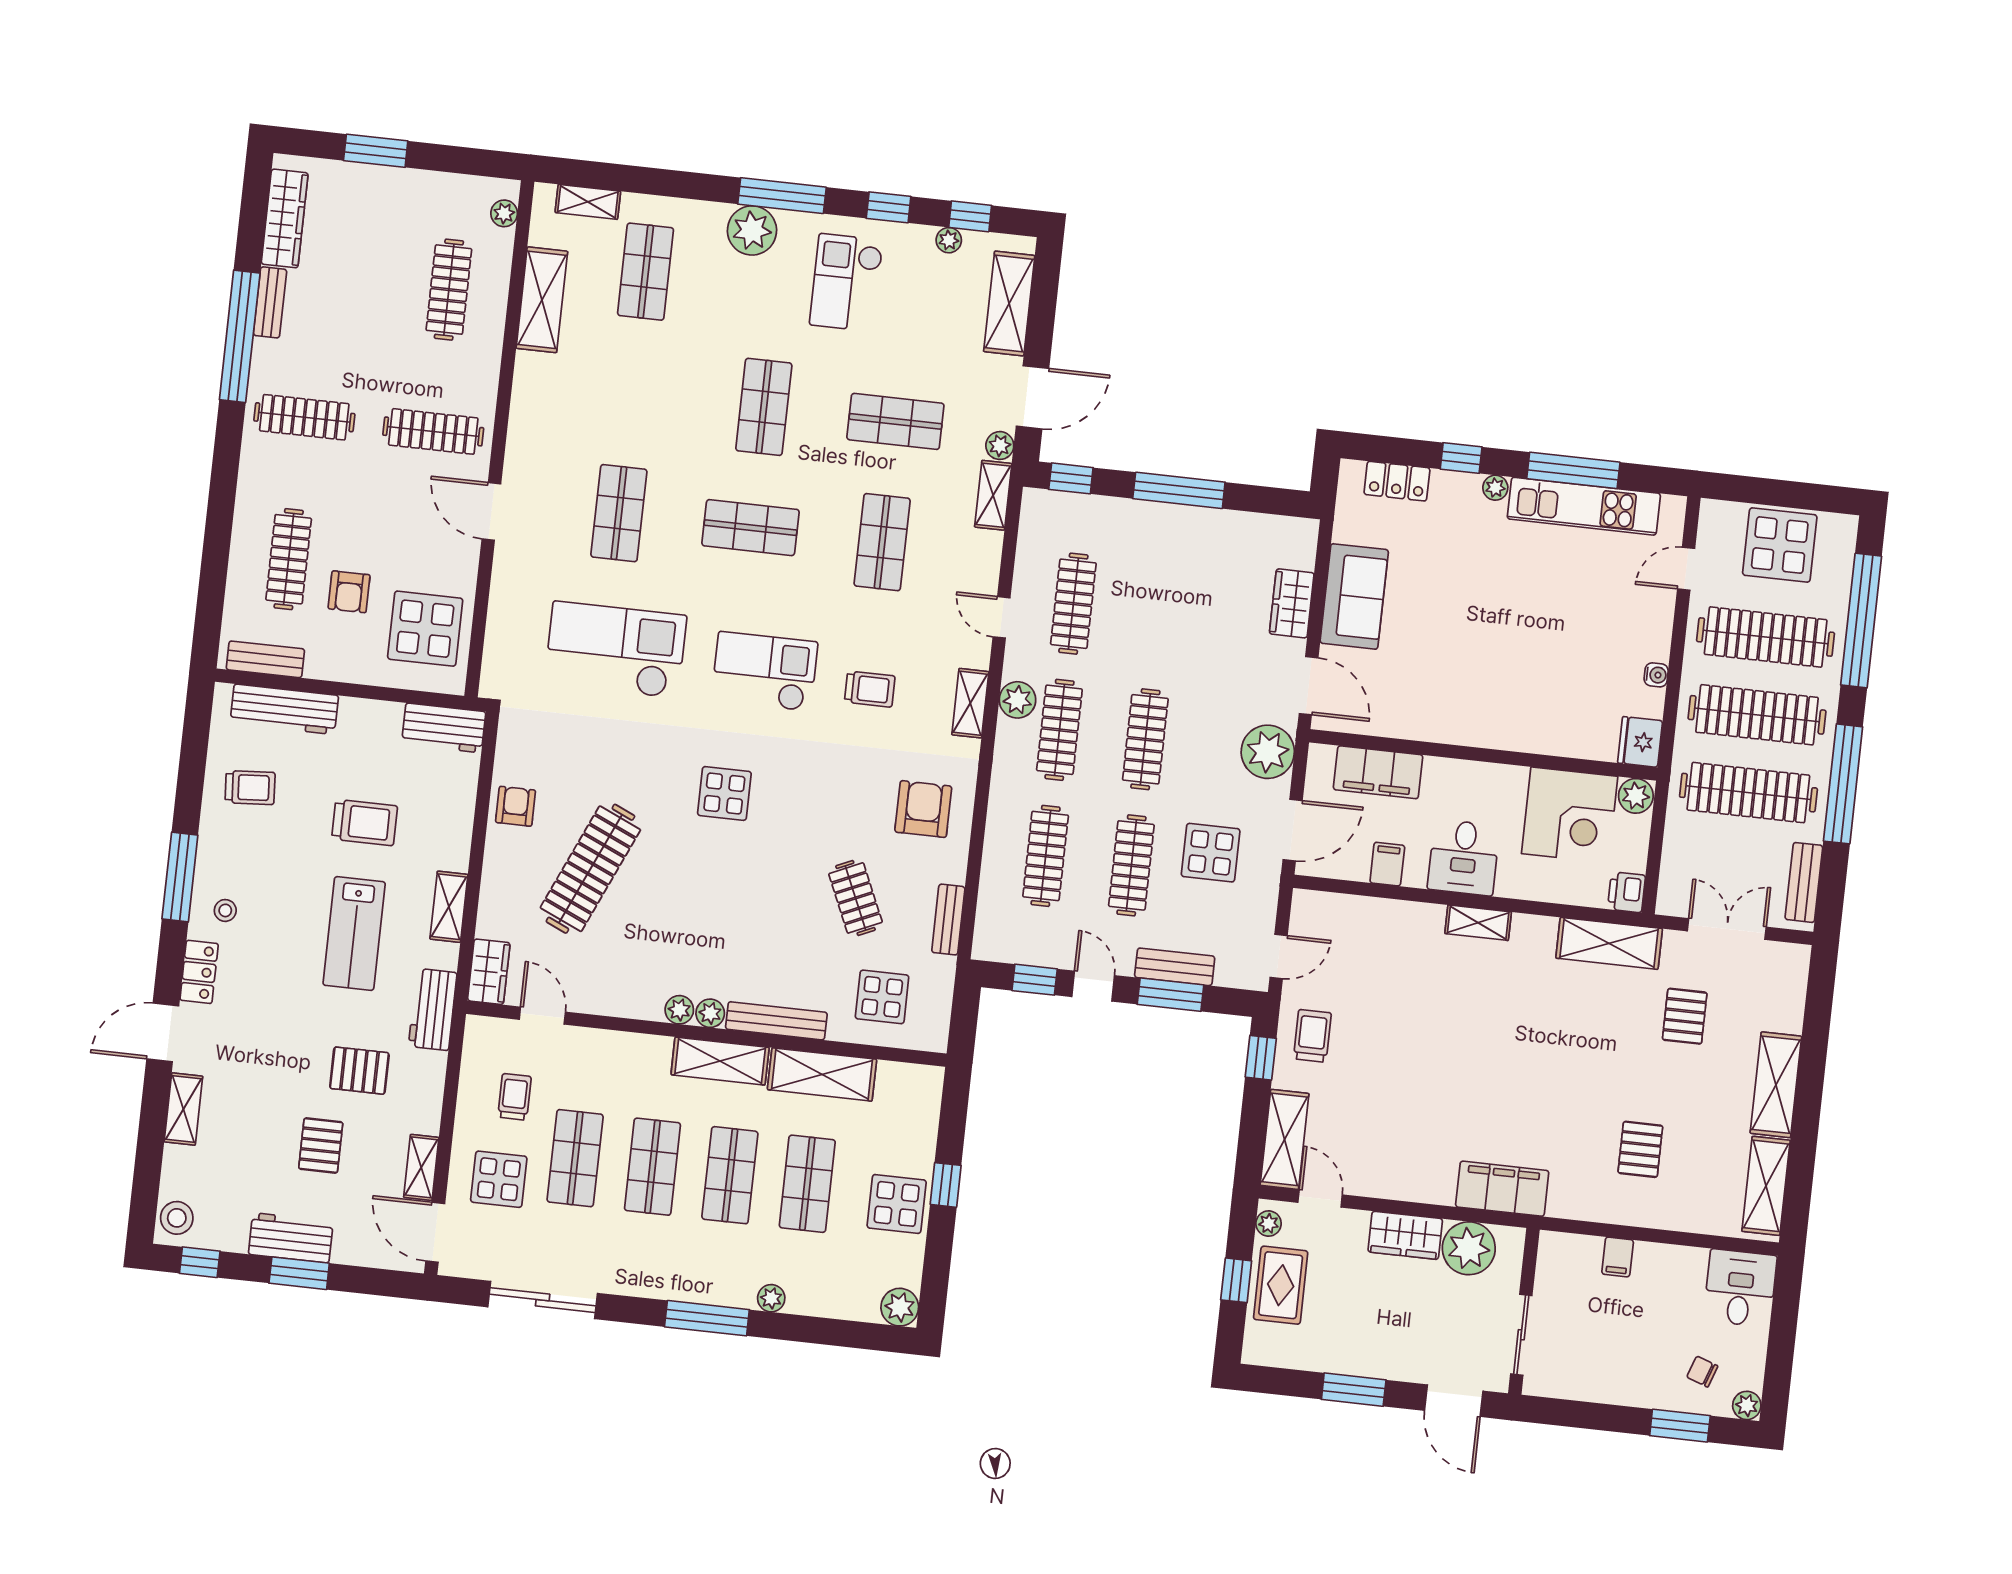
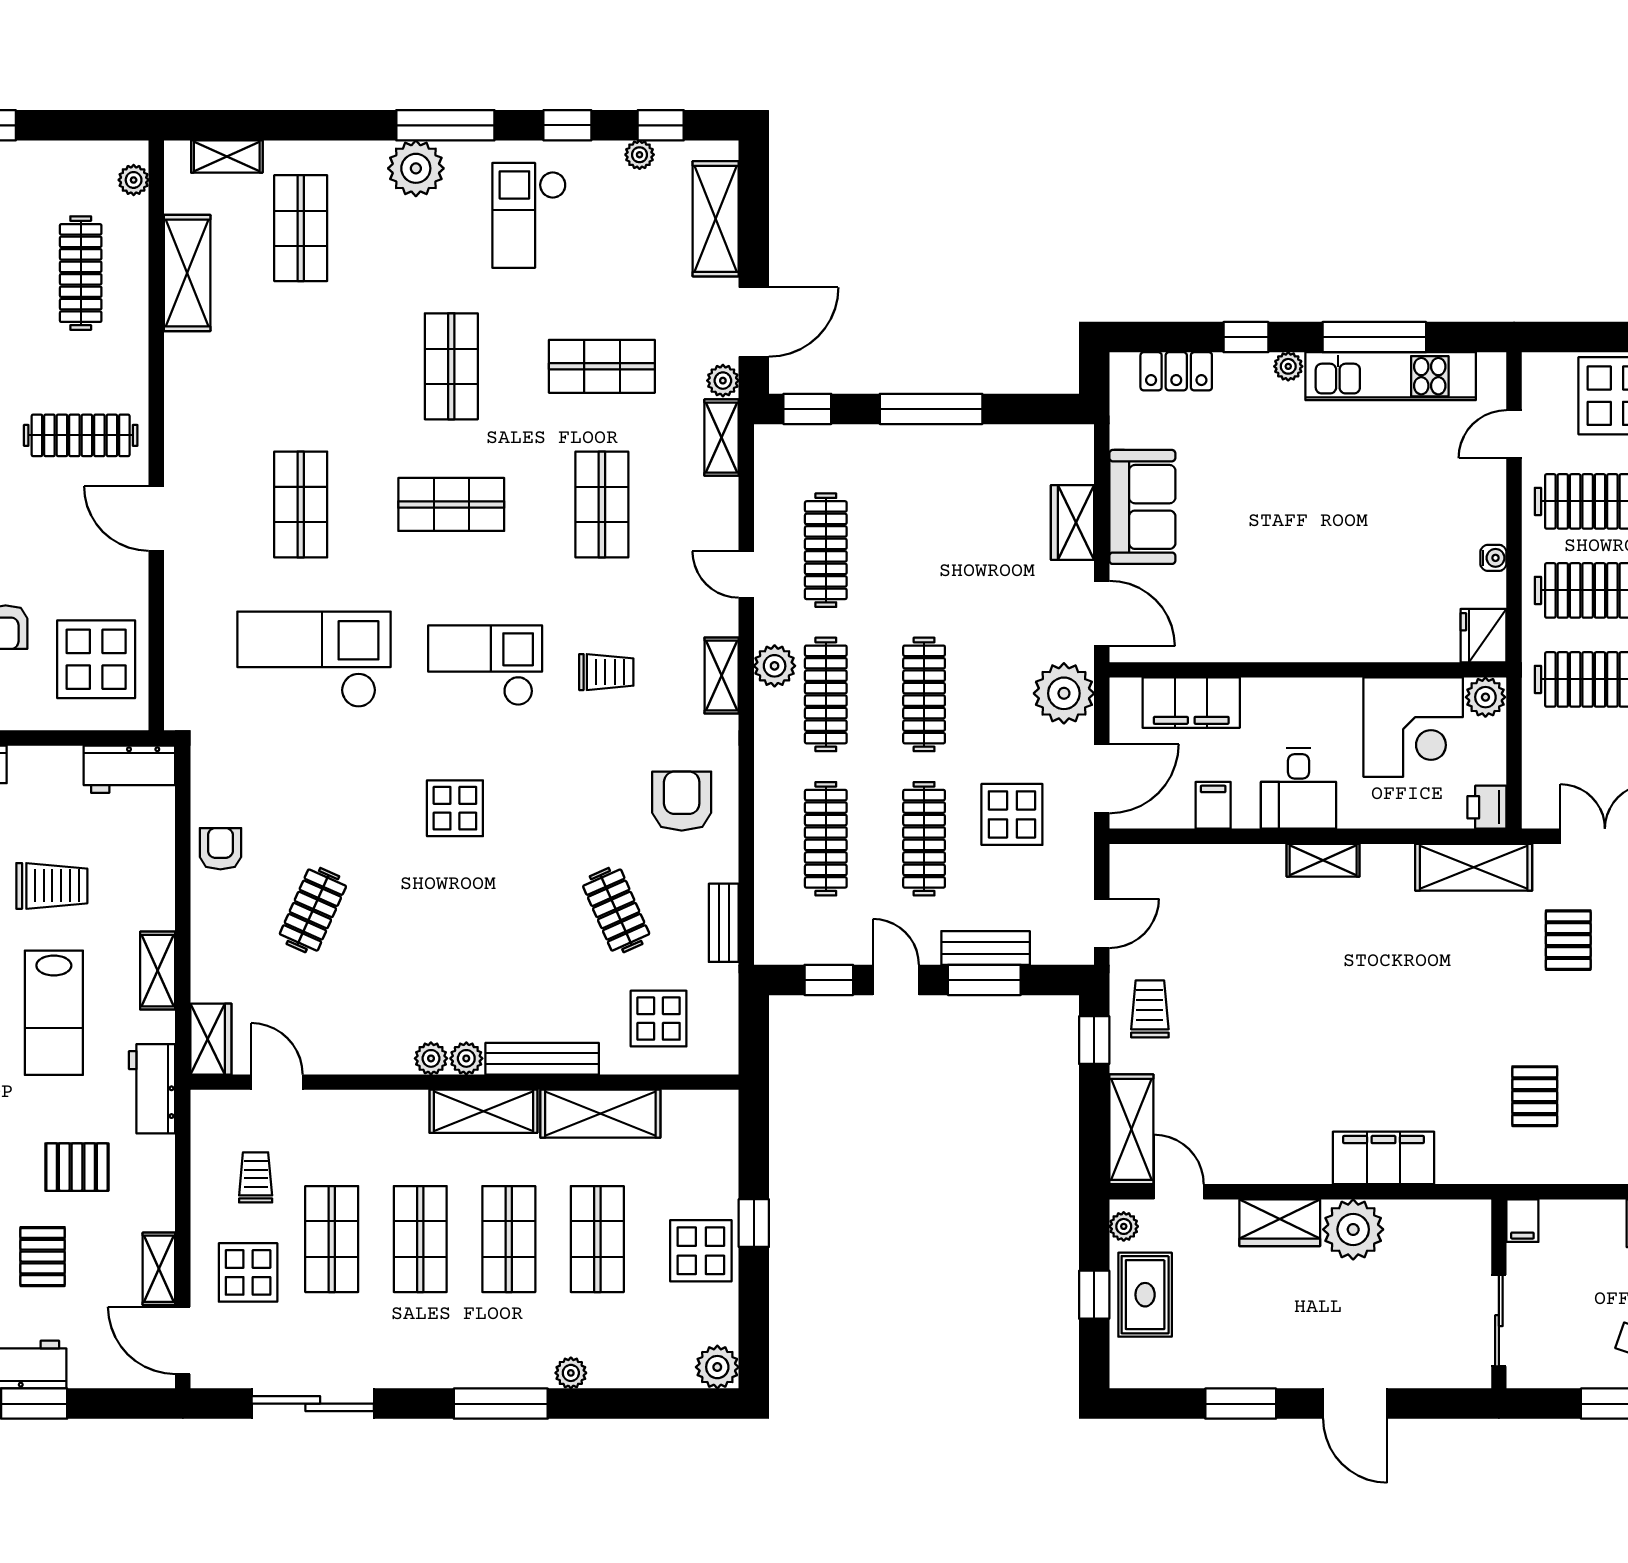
clothes rail: (590, 869) -> (313, 910), width x0.54, depth x0.76
wall: (1524, 1311) -> (1499, 1294), moved
sliding door: (1521, 1335) -> (1499, 1321), moved

